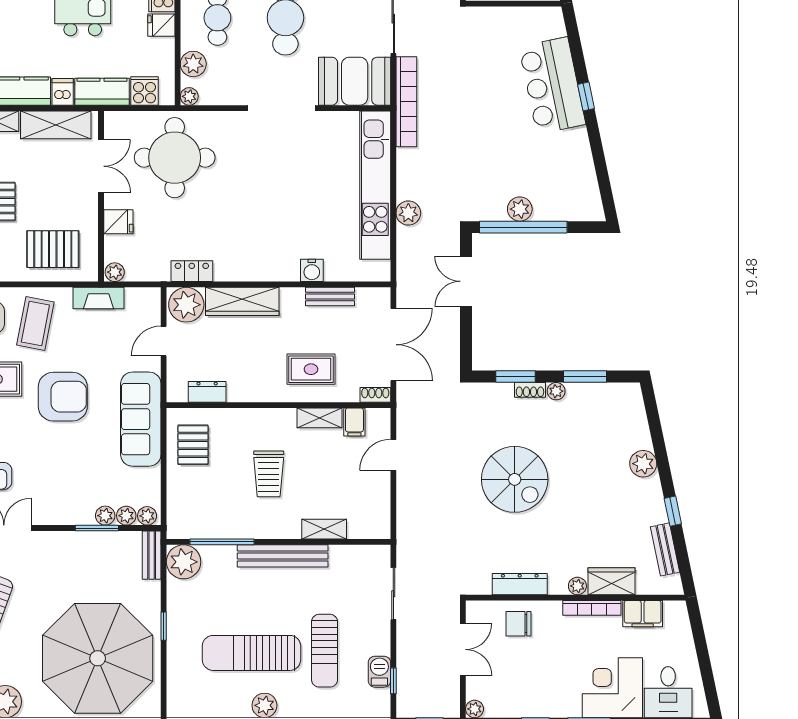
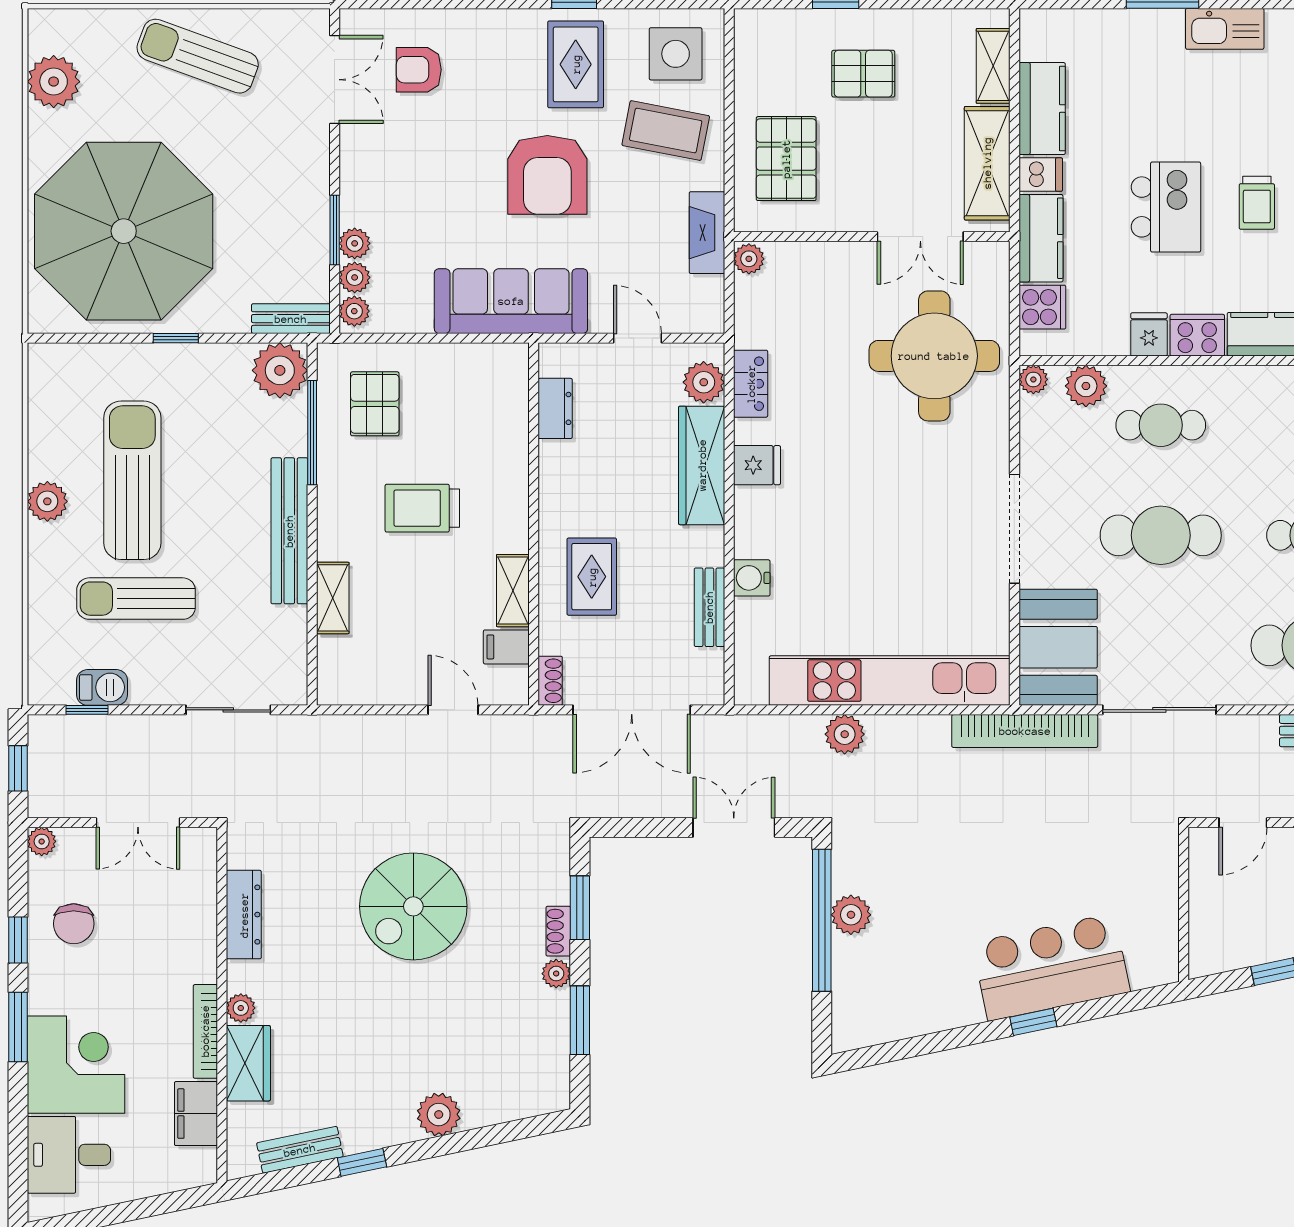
fridge: (118, 222) -> (757, 465), moved, turned -90
plant: (186, 305) -> (704, 382), width x0.73, depth x0.73
pallet: (193, 445) -> (375, 404), moved, turned 90
chair: (518, 624) -> (74, 924), moved, turned 180

